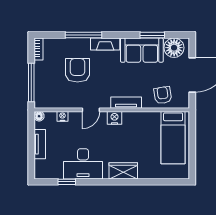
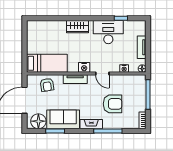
armchair: (77, 70) -> (113, 104), turned -90
door: (91, 110) -> (102, 73), swing flipped
bed: (173, 138) -> (47, 63), moved, turned 90

